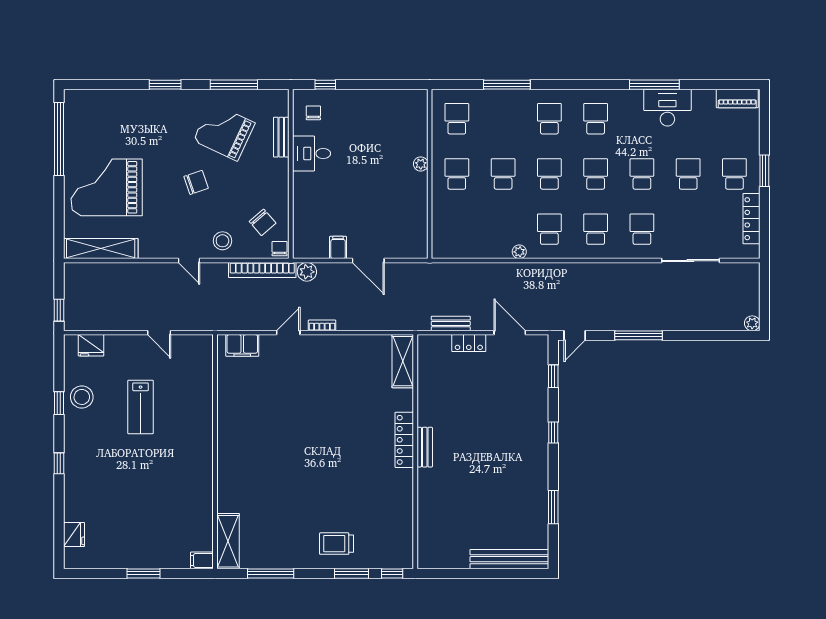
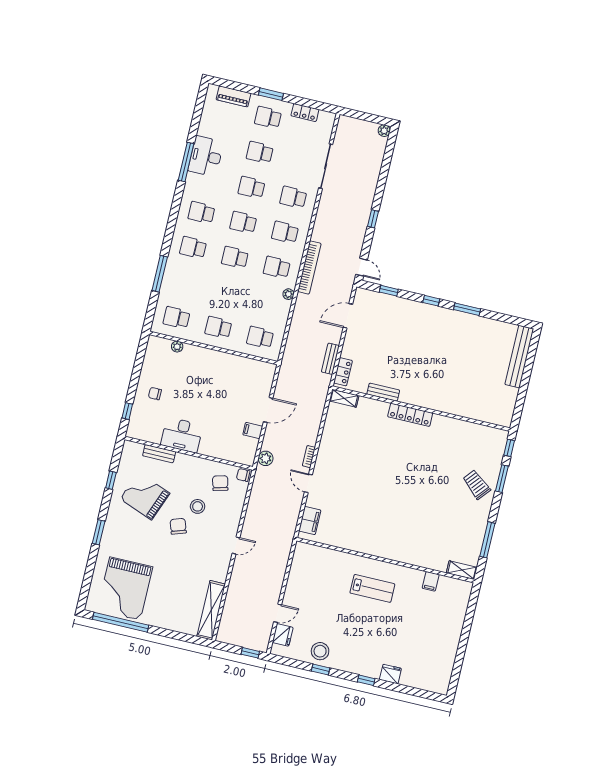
window: (234, 85) -> (111, 480), width x0.46
piano: (737, 98) -> (233, 96), moved, turned 90
chair: (313, 113) -> (155, 394), moved
grand piano: (224, 132) -> (145, 496), turned 86
desk: (311, 154) -> (182, 435), width x1.37
plant: (421, 164) -> (177, 347), moved
school desk: (503, 174) -> (260, 337), moved
grand piano: (107, 187) -> (125, 589), moved
locker: (751, 219) -> (305, 113), width x0.66
chair: (263, 222) -> (220, 483), turned -64
stool: (222, 241) -> (198, 506), moved
bookcase: (262, 270) -> (309, 267), moved
door: (159, 333) -> (278, 613), moved
window: (639, 335) -> (373, 219), width x0.46
locker: (469, 343) -> (343, 372), moved
shelving: (403, 361) -> (344, 398), width x0.67, depth x0.75
lab bench: (141, 407) -> (372, 588), moved
bench: (425, 447) -> (383, 392), moved
window: (553, 507) -> (467, 309), moved
fridge: (74, 535) -> (390, 674), moved
shelving: (228, 541) -> (462, 570), width x0.67, depth x0.75
trolley: (337, 544) -> (477, 485), turned 130
filing cabinet: (202, 560) -> (431, 581), moved
window: (144, 573) -> (465, 636), removed

